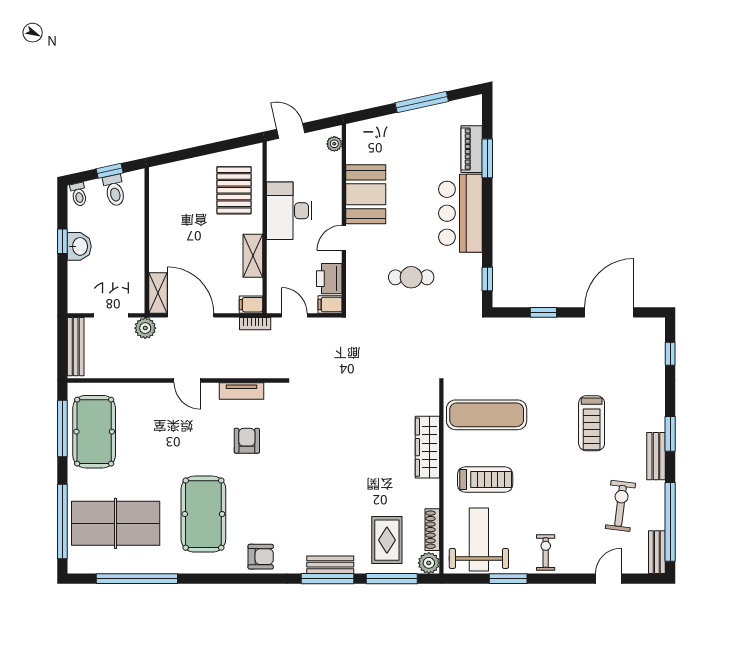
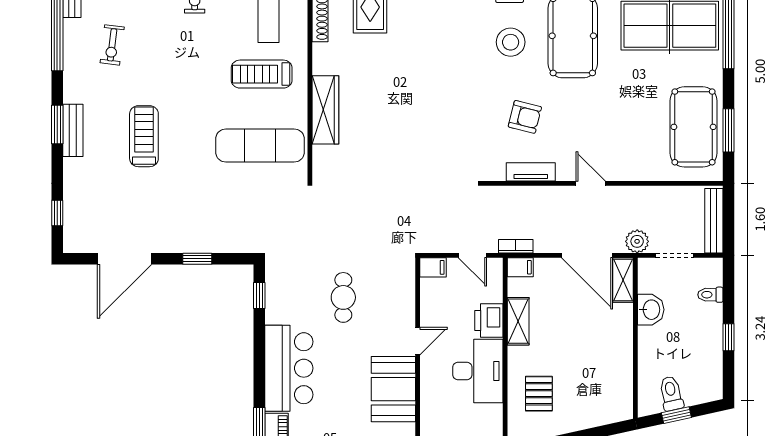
pallet: (234, 190) -> (539, 394), width x0.67, depth x0.71
toilet: (79, 194) -> (710, 295), moved, turned -78
washbasin: (79, 246) -> (651, 310), moved, turned 180
cafe table: (411, 277) -> (343, 297), turned 90
printer: (329, 279) -> (489, 320), moved, turned 180
window: (62, 429) -> (729, 130), width x0.69
armchair: (247, 441) -> (525, 117), turned -76
bench: (656, 456) -> (73, 130), moved
exercise bike: (620, 506) -> (112, 45), width x0.73, depth x0.72
stool: (260, 508) -> (511, 42), added

